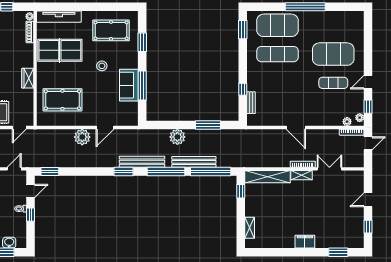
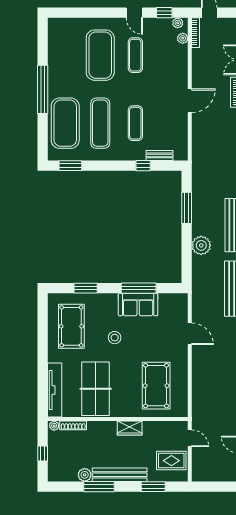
exercise mat: (278, 83) -> (135, 123), added
plant: (82, 137) -> (201, 361), removed

